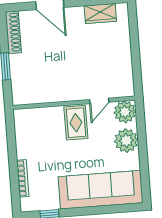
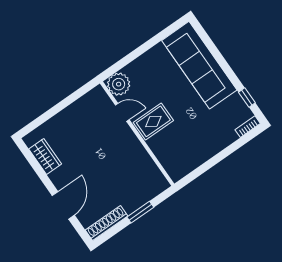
plant: (126, 141) -> (143, 68), removed
bookcase: (23, 178) -> (248, 127), moved, width x0.64

